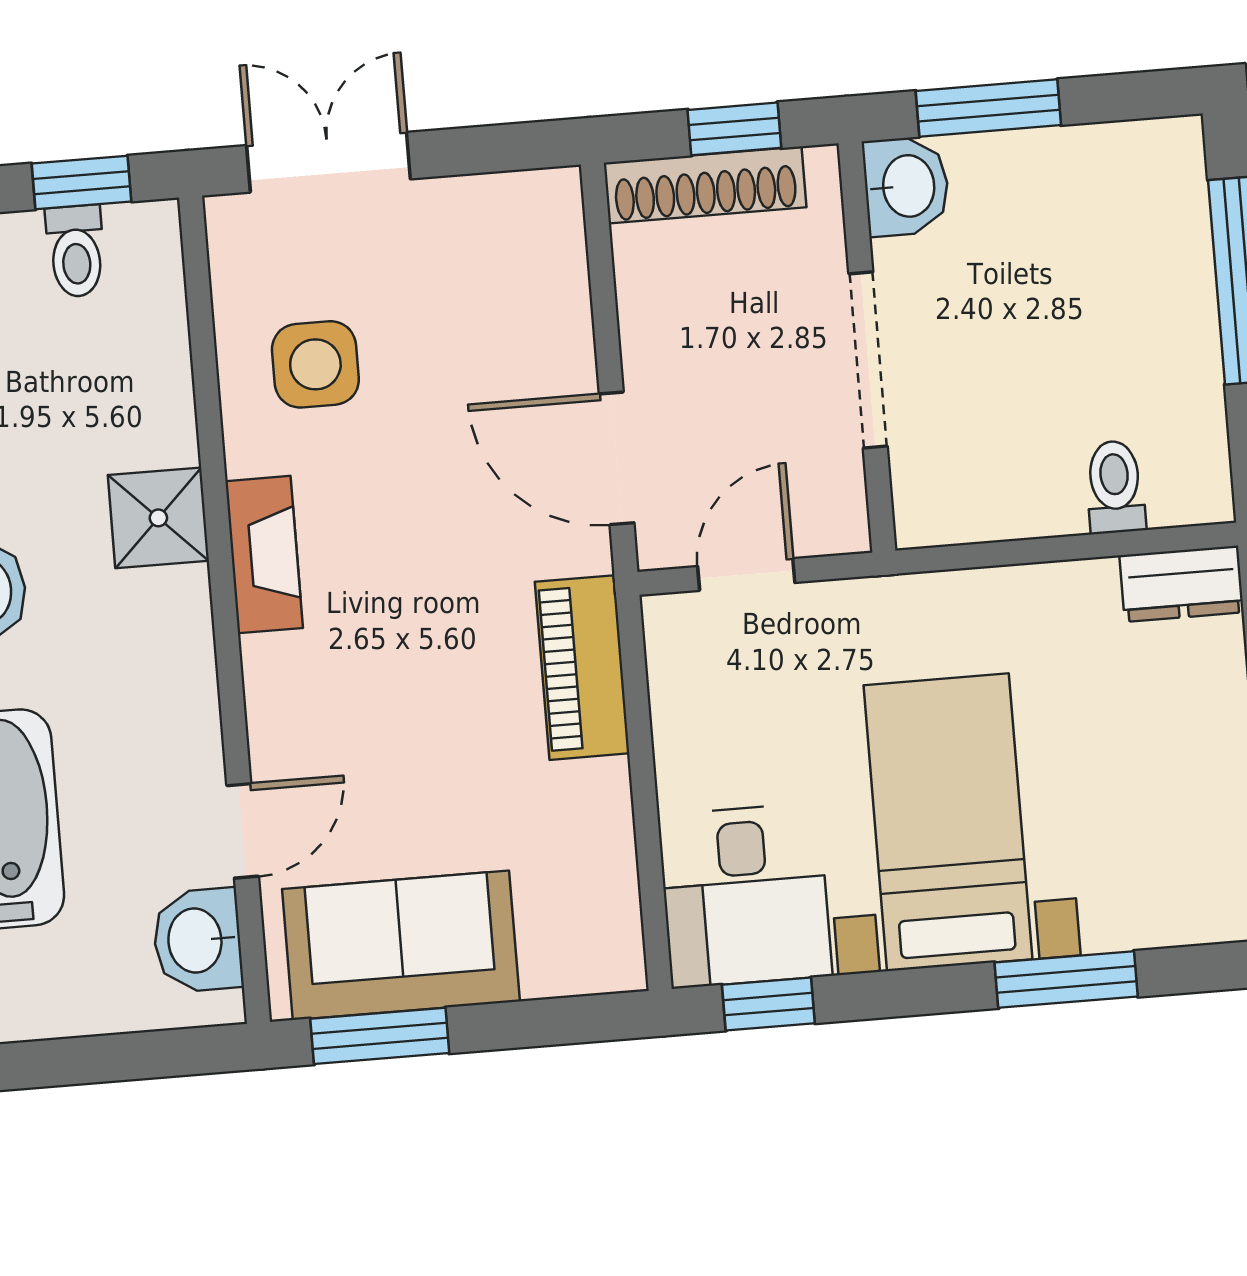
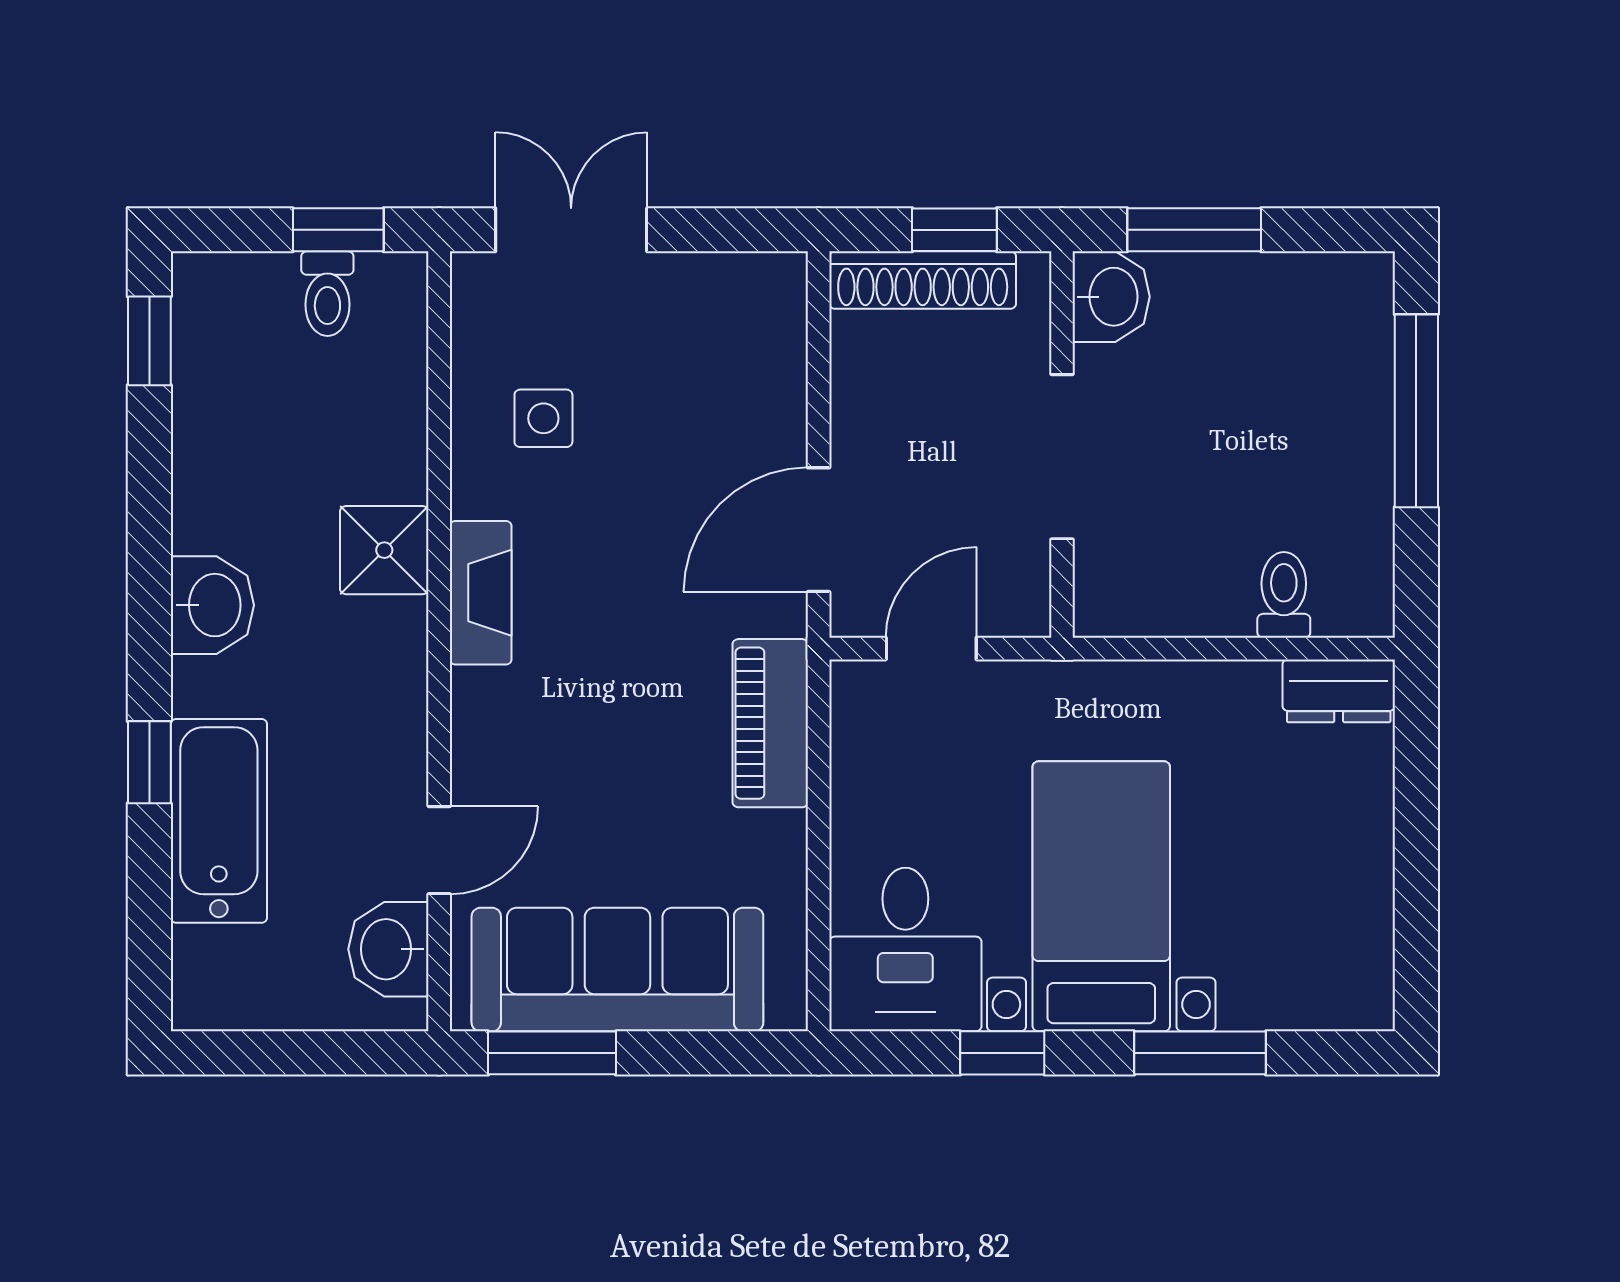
side table: (315, 364) -> (543, 418), width x0.73, depth x0.73
door: (617, 458) -> (819, 530), hinge flipped
sofa: (401, 945) -> (617, 970), width x1.36
window: (768, 1004) -> (1002, 1053), moved

